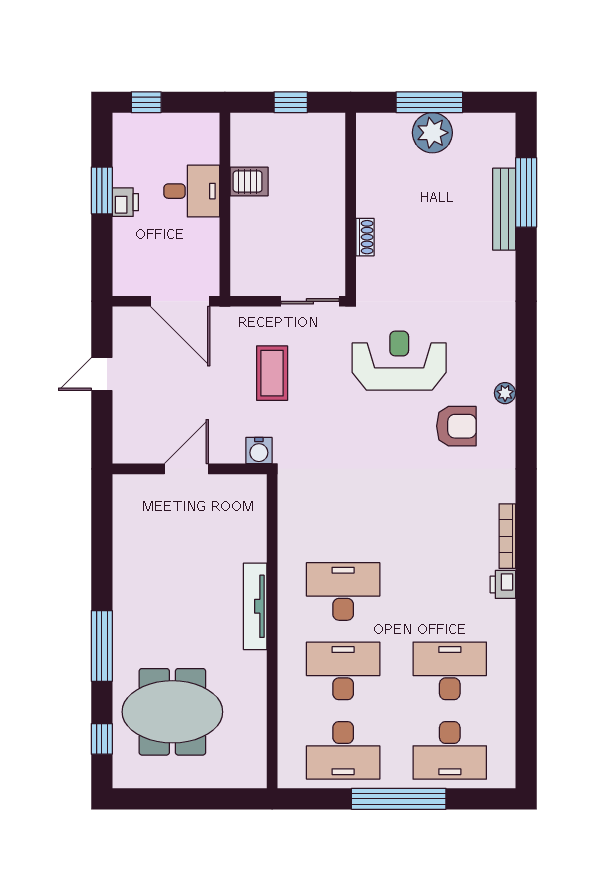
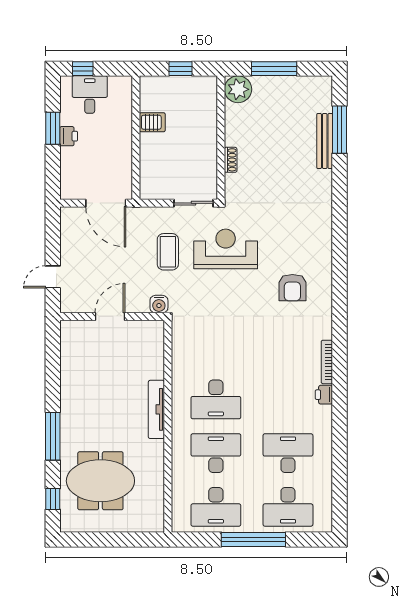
plant: (432, 133) -> (238, 89), moved
desk: (192, 191) -> (90, 95), moved, turned -90
reception desk: (399, 361) -> (226, 249), moved
door: (102, 374) -> (53, 277), moved
plant: (505, 393) -> (325, 265), removed
armchair: (456, 426) -> (292, 288), turned 90
desk: (343, 591) -> (216, 399), turned 180

